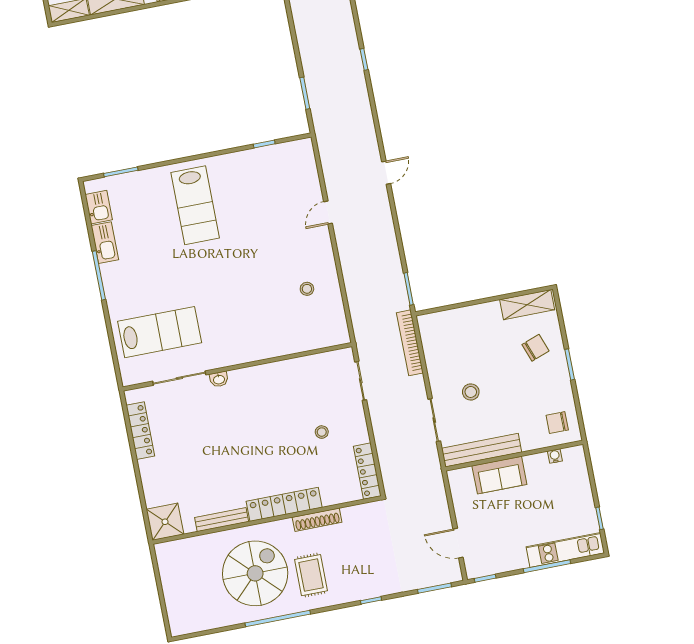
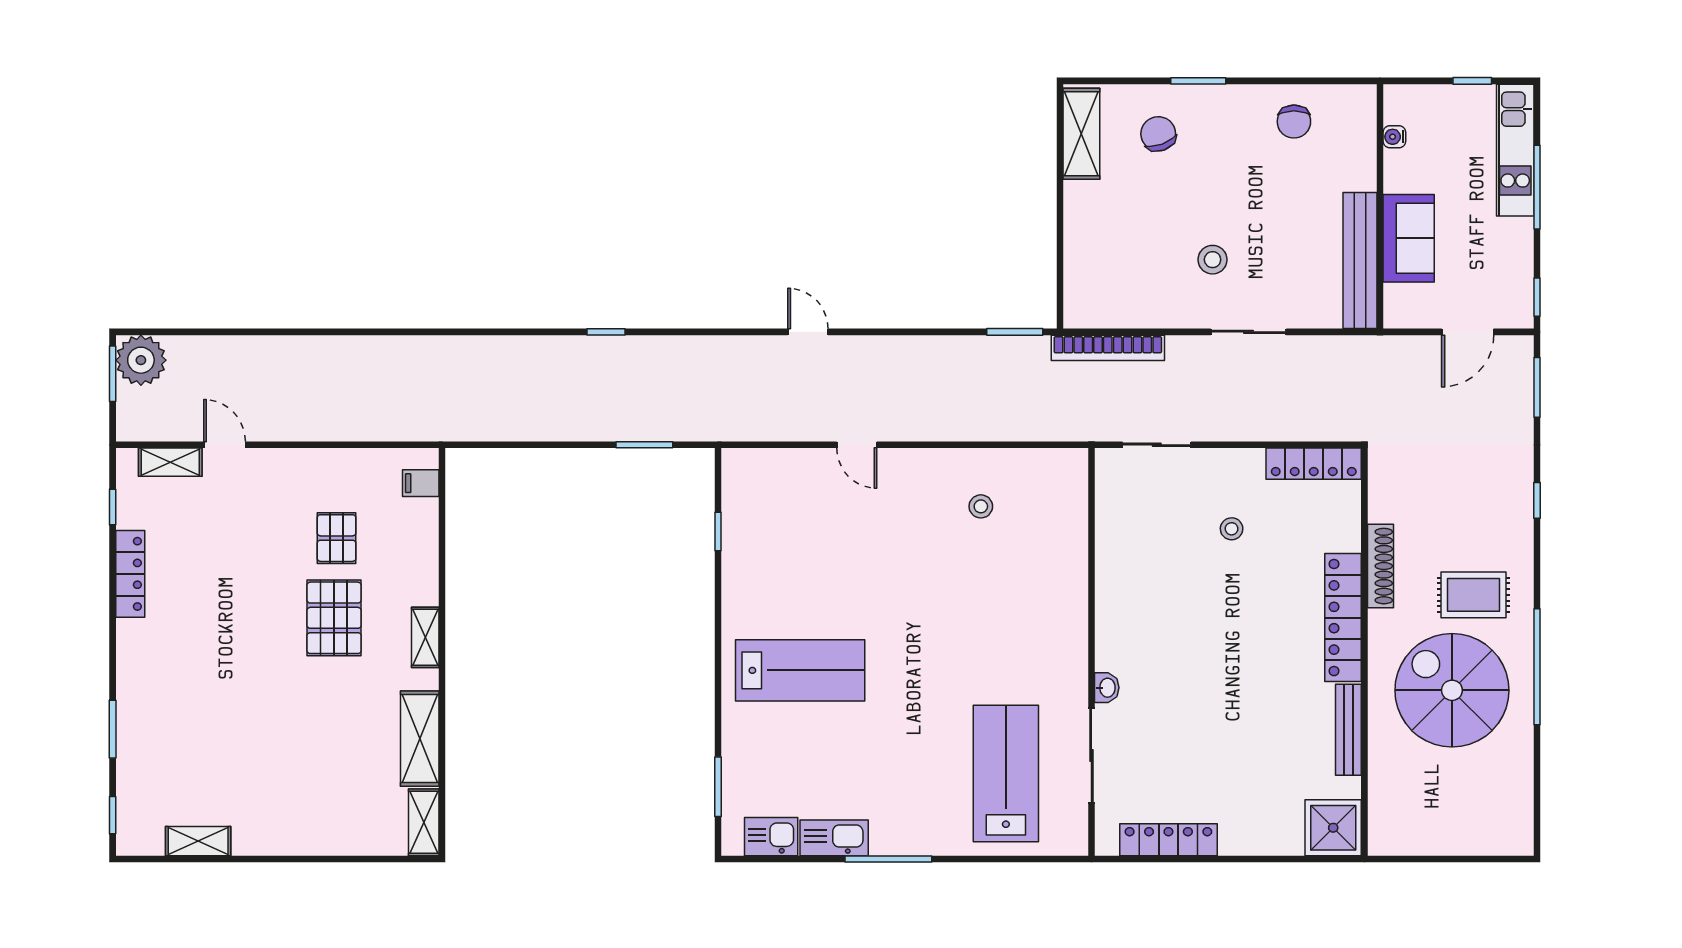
bench: (482, 450) -> (1360, 261), moved
wall: (514, 456) -> (1380, 206), moved
water cooler: (555, 456) -> (1394, 137), moved
sofa: (499, 475) -> (1409, 238), moved

